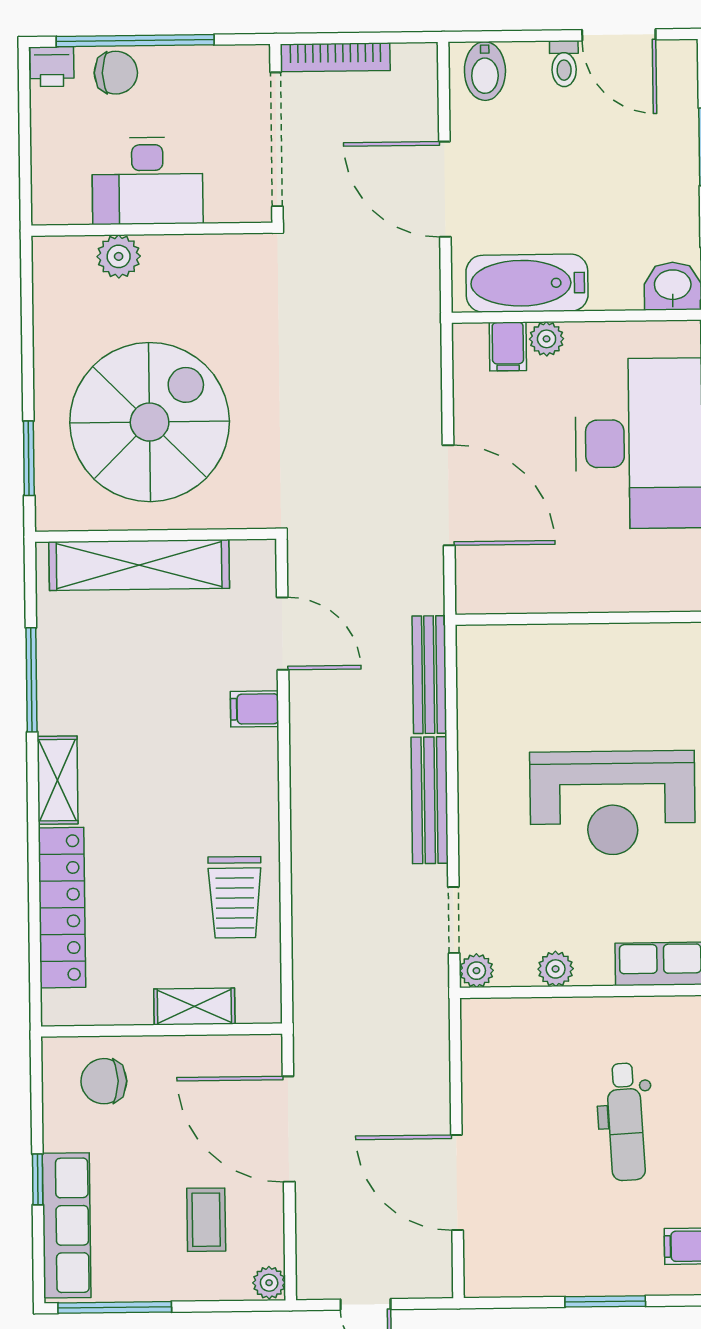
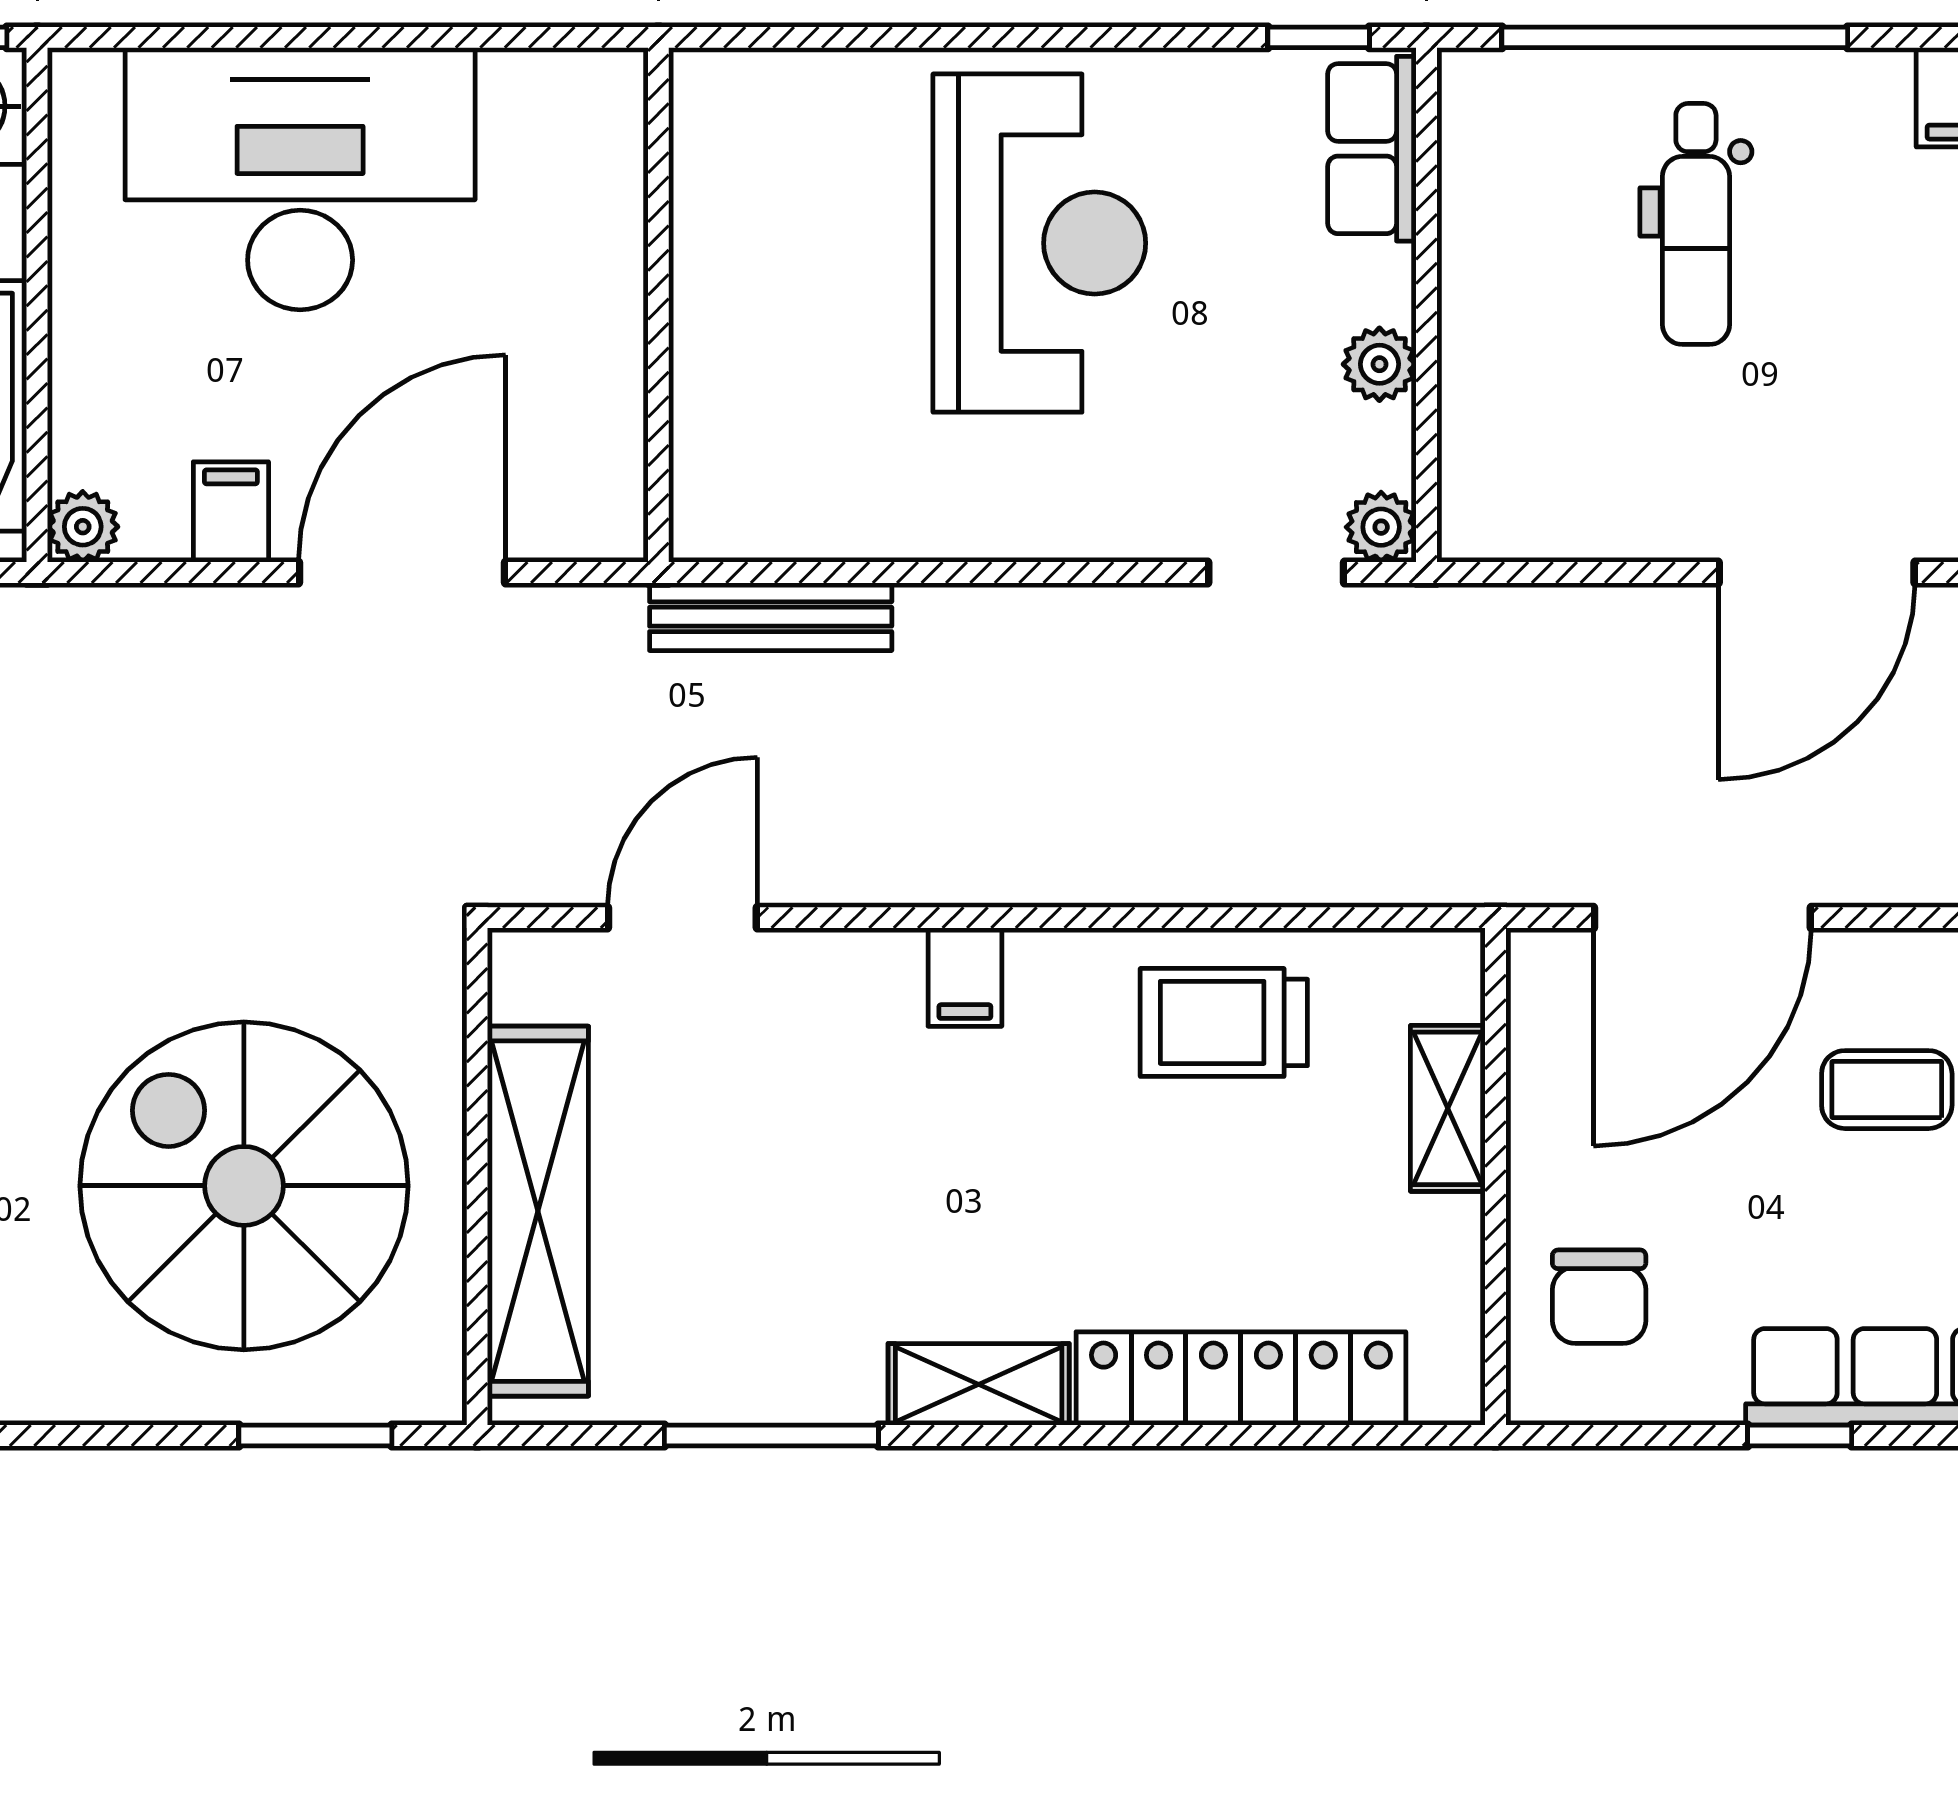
plant: (547, 339) -> (83, 527), moved
filing cabinet: (508, 347) -> (231, 512), moved, turned -90
filing cabinet: (255, 709) -> (965, 977), moved
bench: (430, 800) -> (1029, 619), removed
trolley: (235, 897) -> (1224, 1022), turned 180
dental chair: (626, 1122) -> (1696, 224), turned 93

